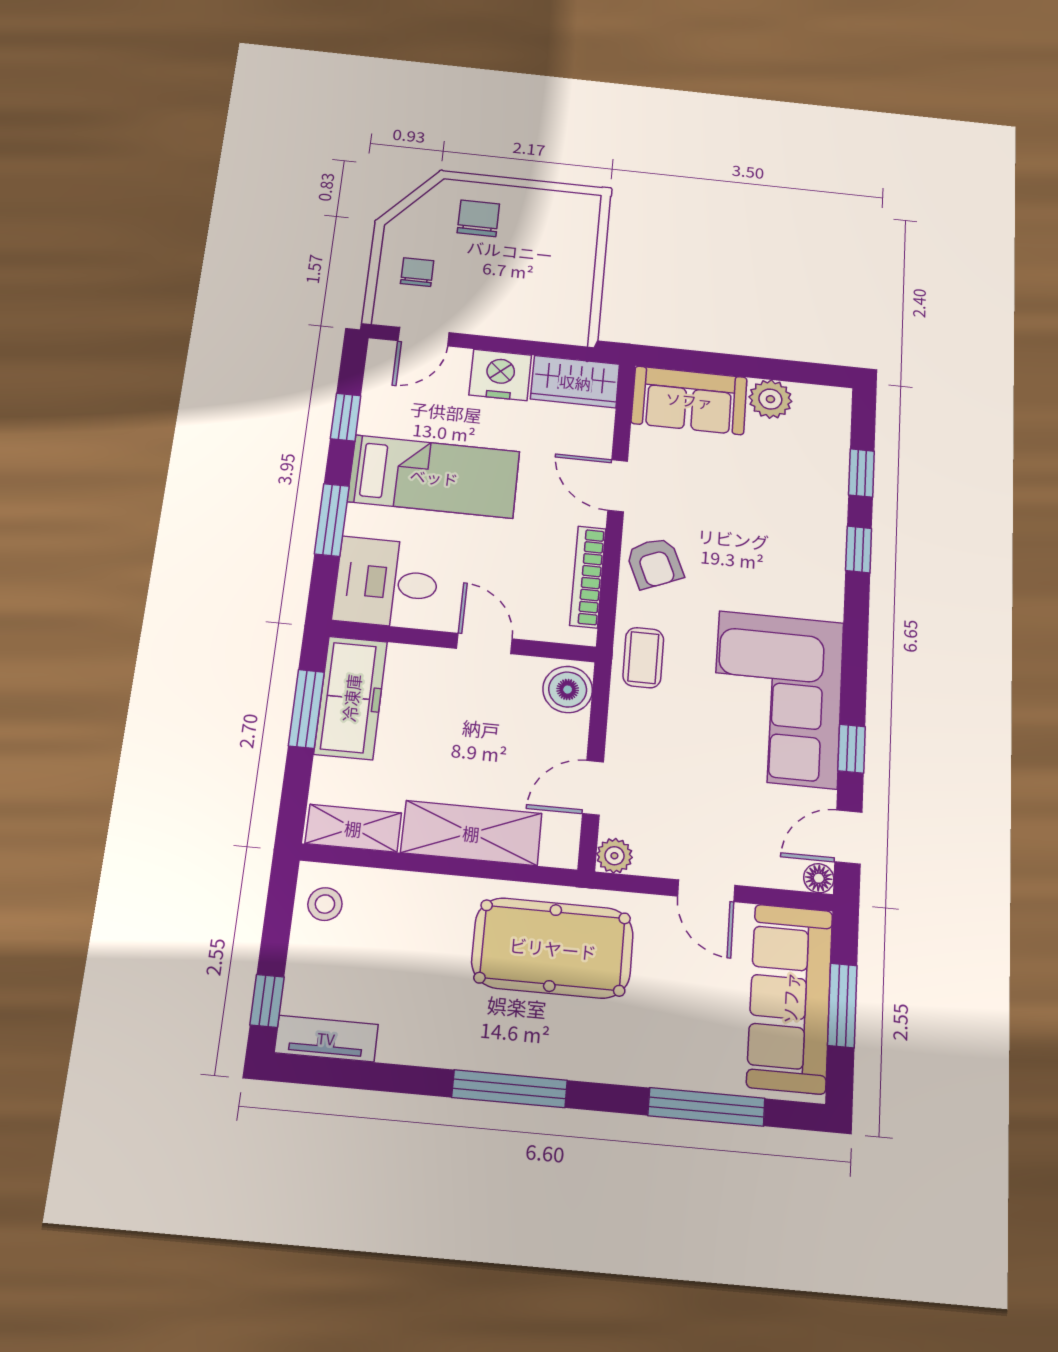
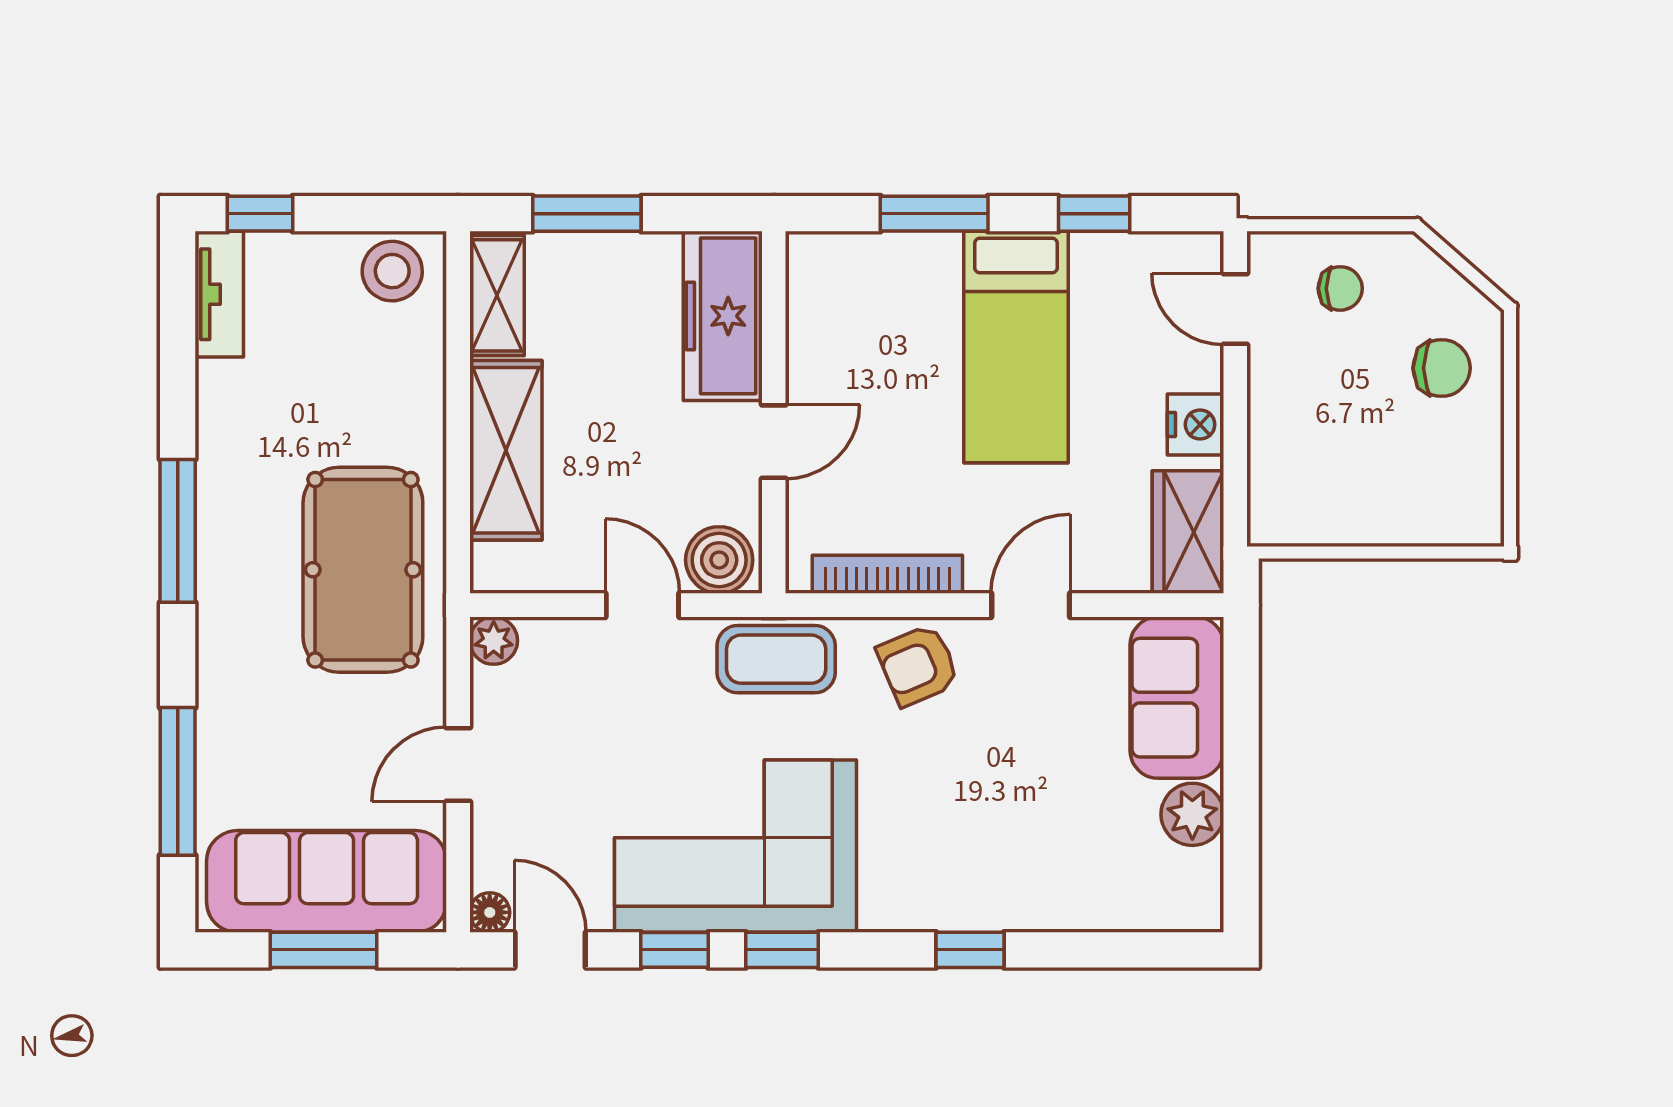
nightstand: (500, 375) -> (1196, 425), width x0.74, depth x0.75
window: (861, 473) -> (782, 950), moved
desk: (387, 583) -> (849, 299), removed
coffee table: (643, 658) -> (776, 659), width x1.36, depth x1.30
freezer: (351, 698) -> (723, 316), moved, turned 90
window: (306, 709) -> (587, 214), moved
door: (593, 788) -> (642, 605), moved
stool: (325, 904) -> (392, 271), width x1.37, depth x1.37

